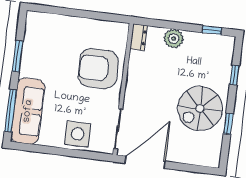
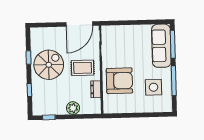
dresser: (139, 37) -> (96, 89), moved
window: (17, 56) -> (174, 81), width x1.44
rug: (150, 96) -> (83, 68), added
side table: (78, 134) -> (153, 87), moved

